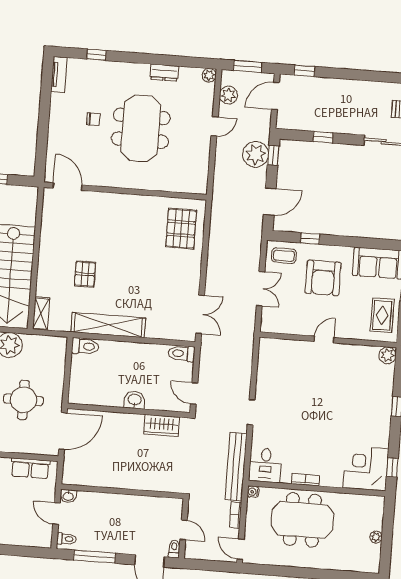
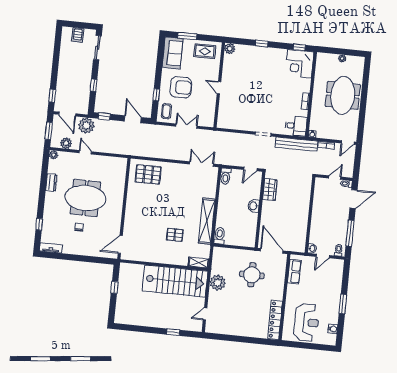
plant: (256, 154) -> (86, 126), moved
meeting table: (302, 520) -> (343, 95), moved

